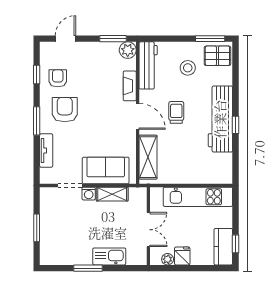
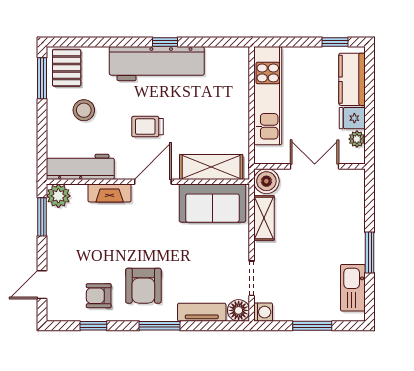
door: (65, 39) -> (42, 285), hinge flipped
armchair: (65, 110) -> (143, 286), turned -90
sofa: (106, 171) -> (212, 203), moved, turned -90
floor lamp: (47, 176) -> (239, 310), added
washing machine: (89, 194) -> (263, 312), moved
boiler: (138, 196) -> (266, 181), added
kitchen counter: (223, 247) -> (352, 79), moved, turned 90
kitchen sink: (109, 256) -> (353, 288), moved

